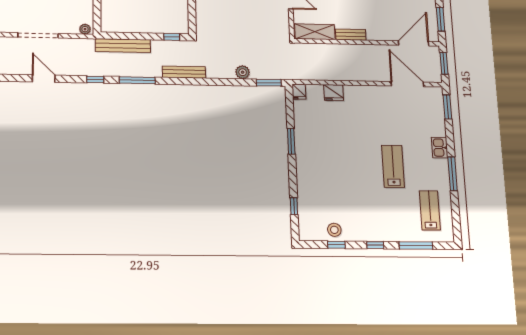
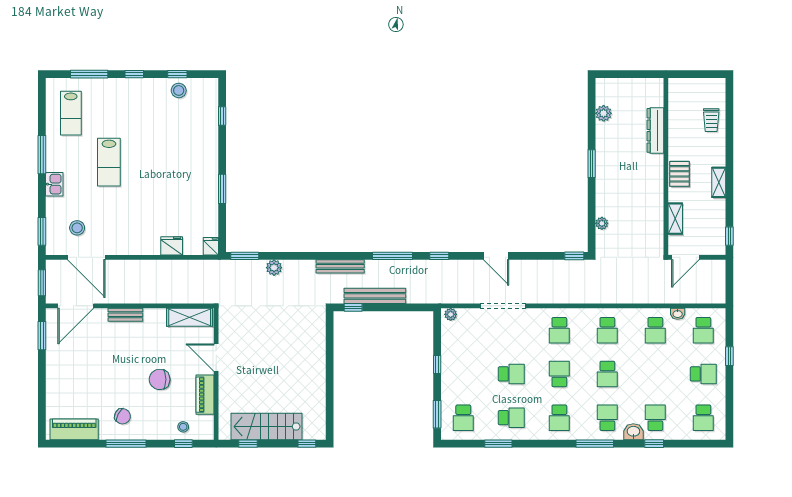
bench: (351, 35) -> (125, 315), moved
bench: (123, 46) -> (375, 296), moved
stool: (417, 109) -> (77, 228), added

